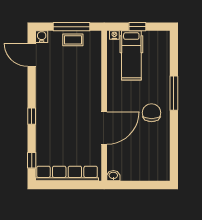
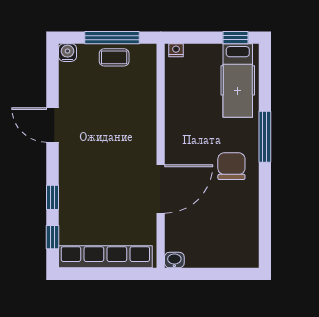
window: (137, 27) -> (235, 38), moved
door: (32, 55) -> (52, 125), moved
hospital bed: (131, 55) -> (238, 80), moved
window: (32, 116) -> (52, 197), moved

